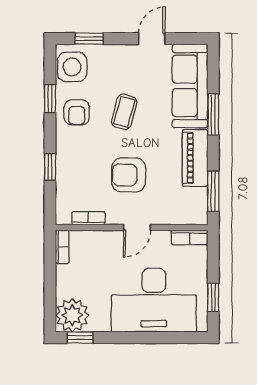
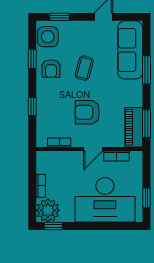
piano: (195, 158) -> (134, 127), moved
bookcase: (190, 237) -> (117, 156), moved
bookcase: (62, 247) -> (41, 186), moved

